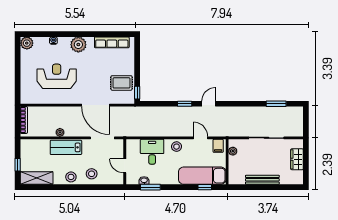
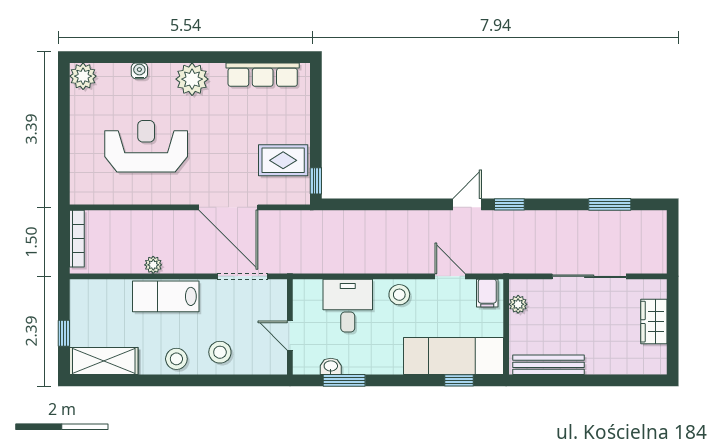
window: (185, 104) -> (509, 204), moved
bench: (262, 180) -> (549, 365), moved

